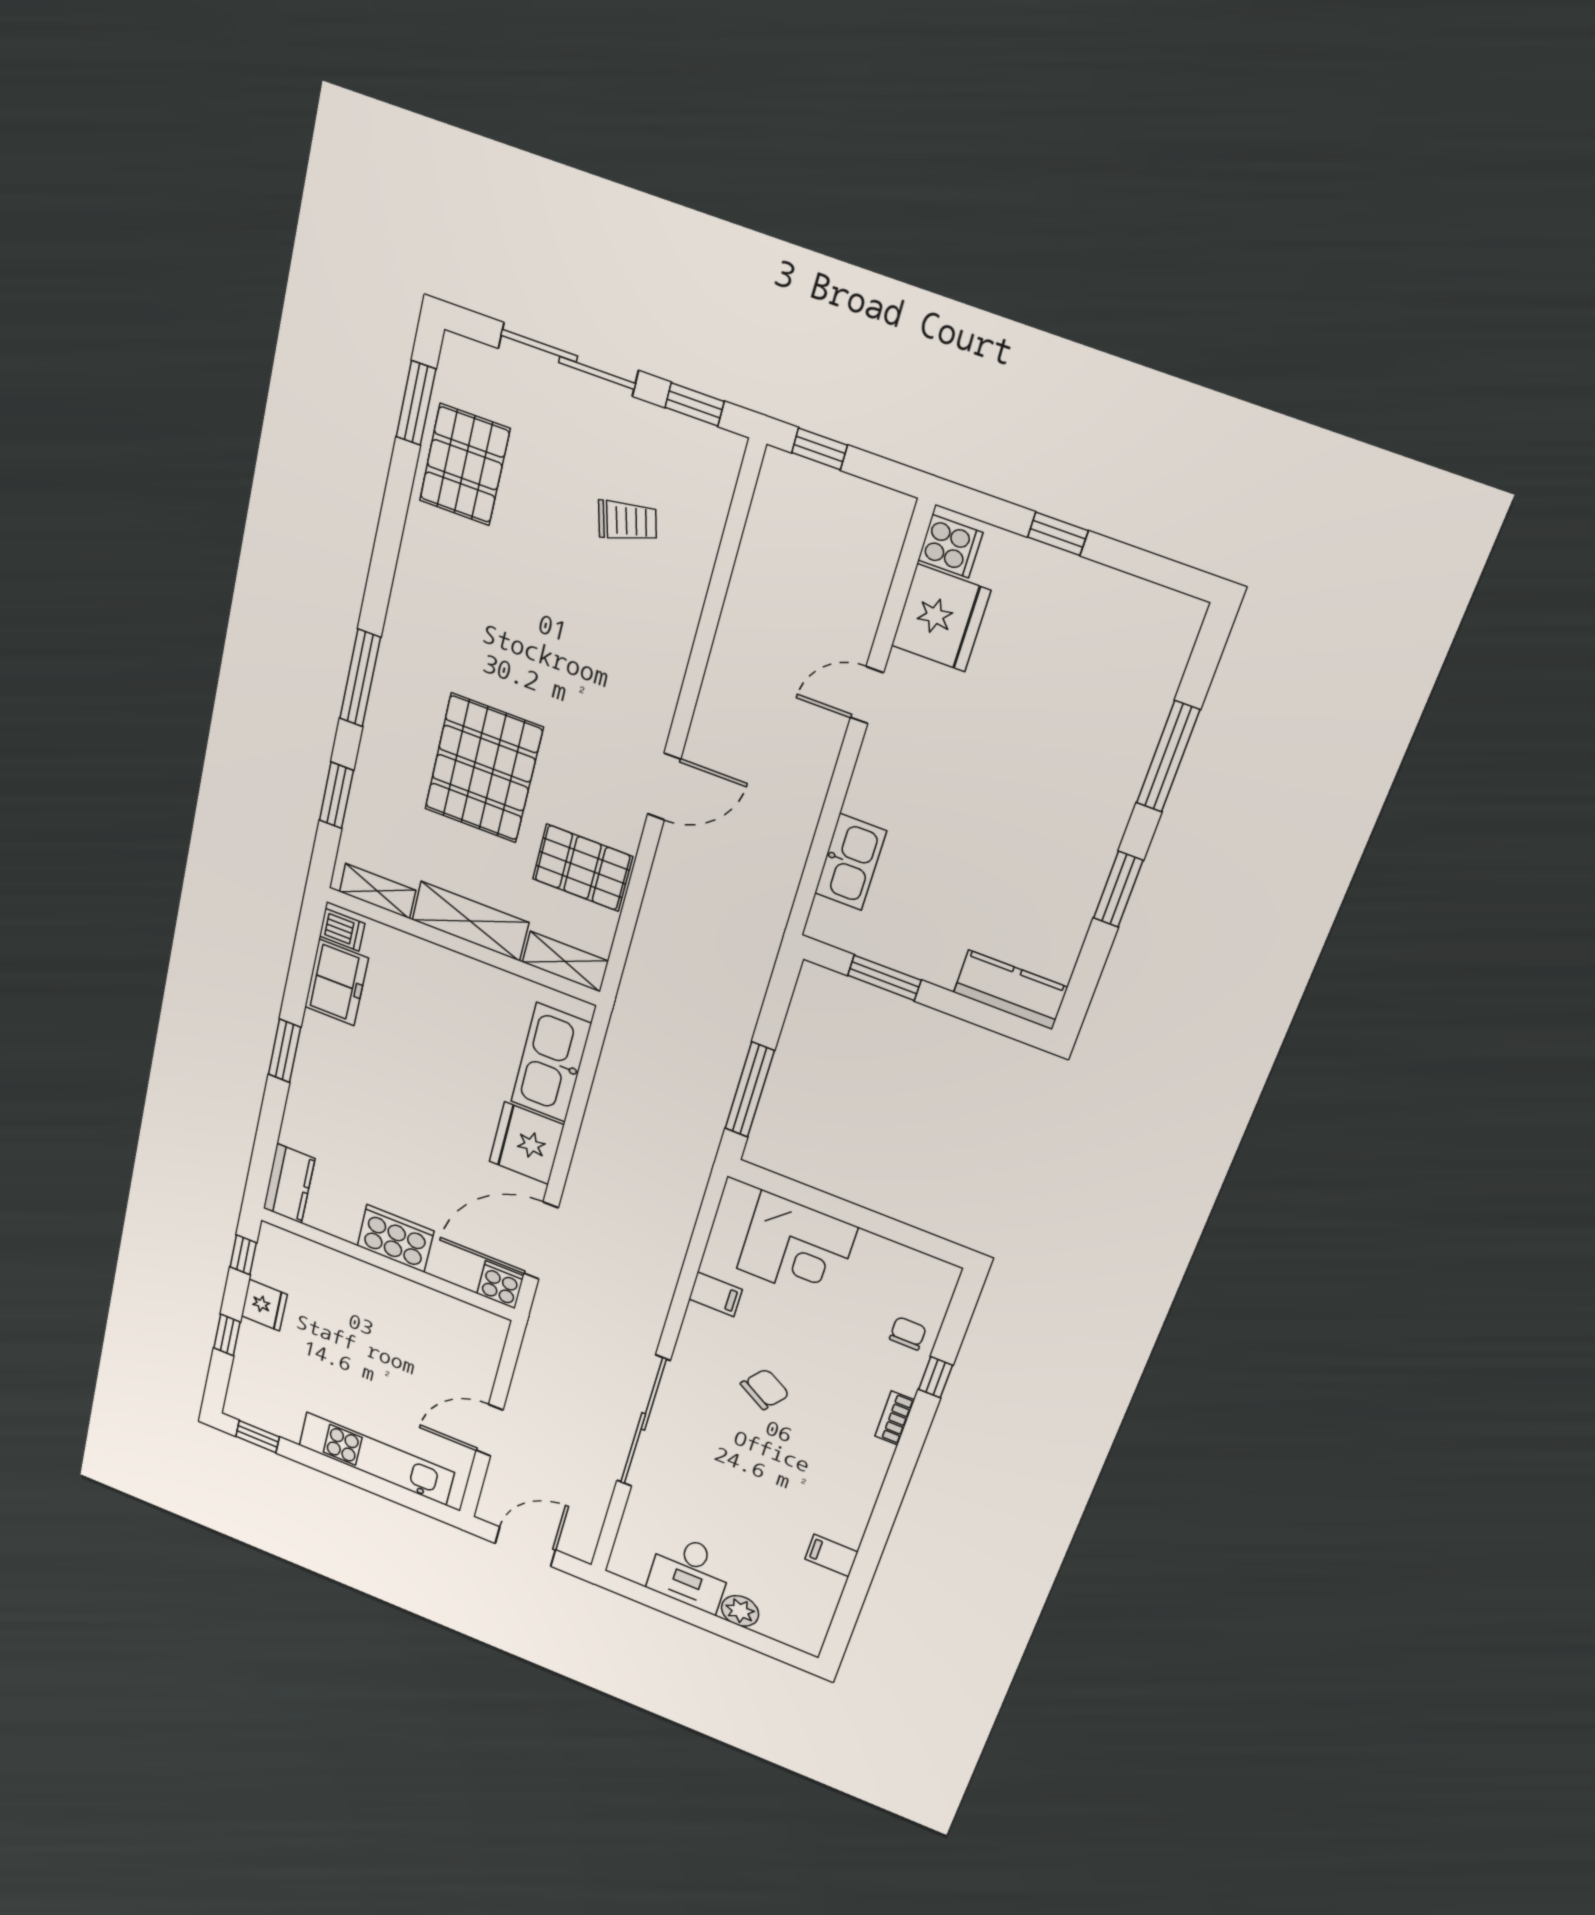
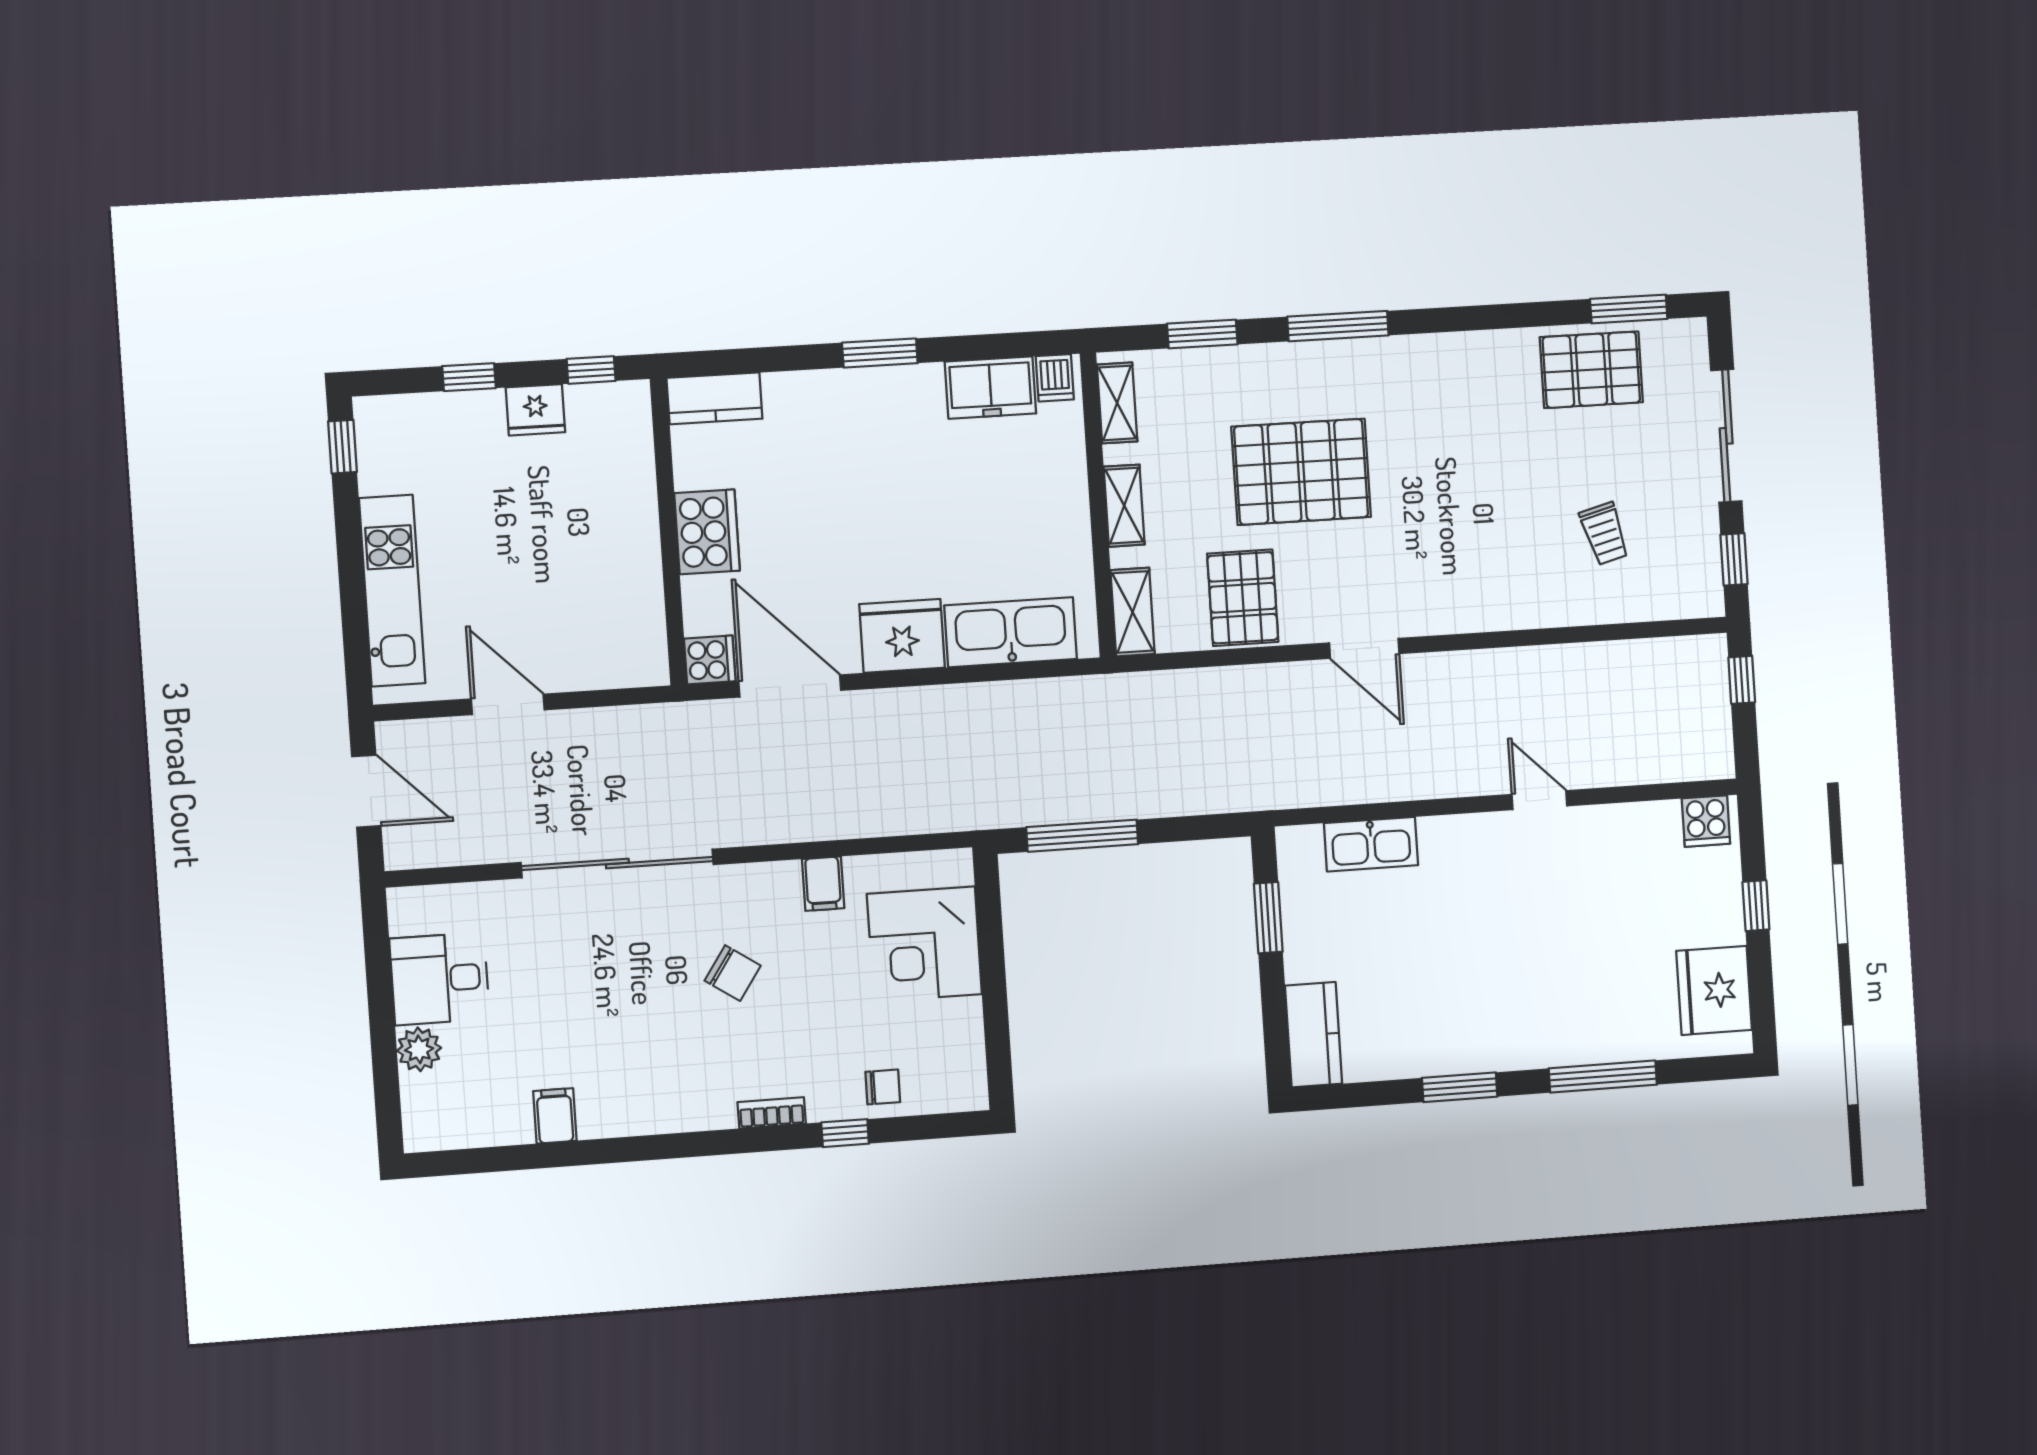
fridge: (941, 618) -> (1714, 990), moved, turned 90
shelving: (470, 921) -> (1124, 506), width x0.67, depth x0.75

